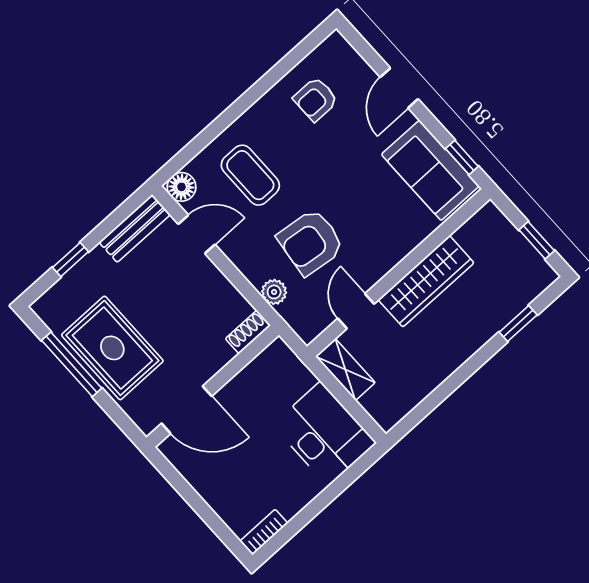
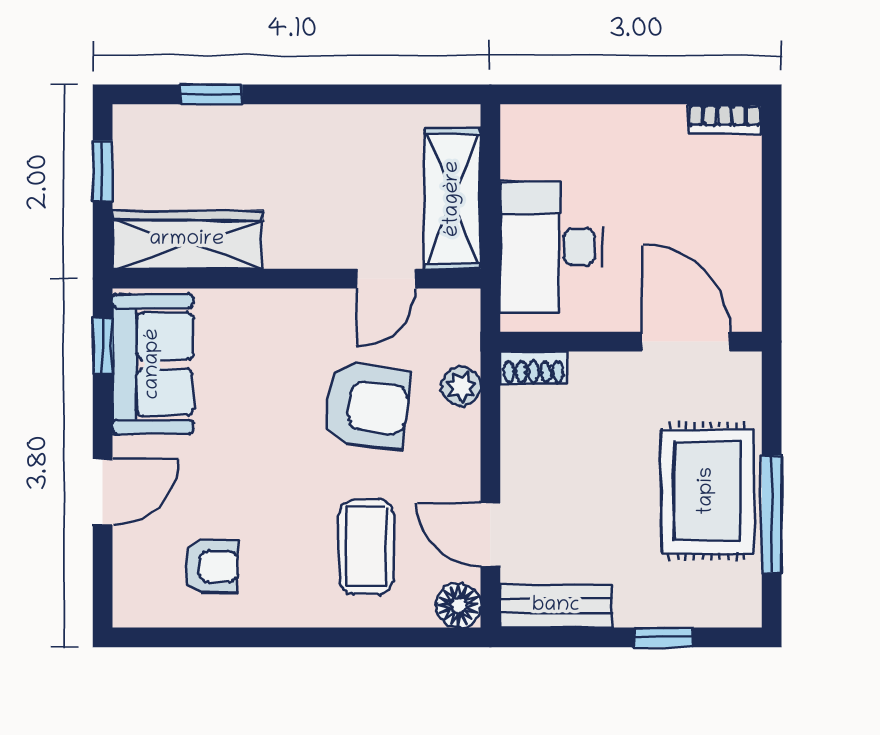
wardrobe: (426, 281) -> (187, 240), moved
shelving: (345, 369) -> (453, 199), width x1.50, depth x1.33
desk: (324, 434) -> (552, 247), moved

